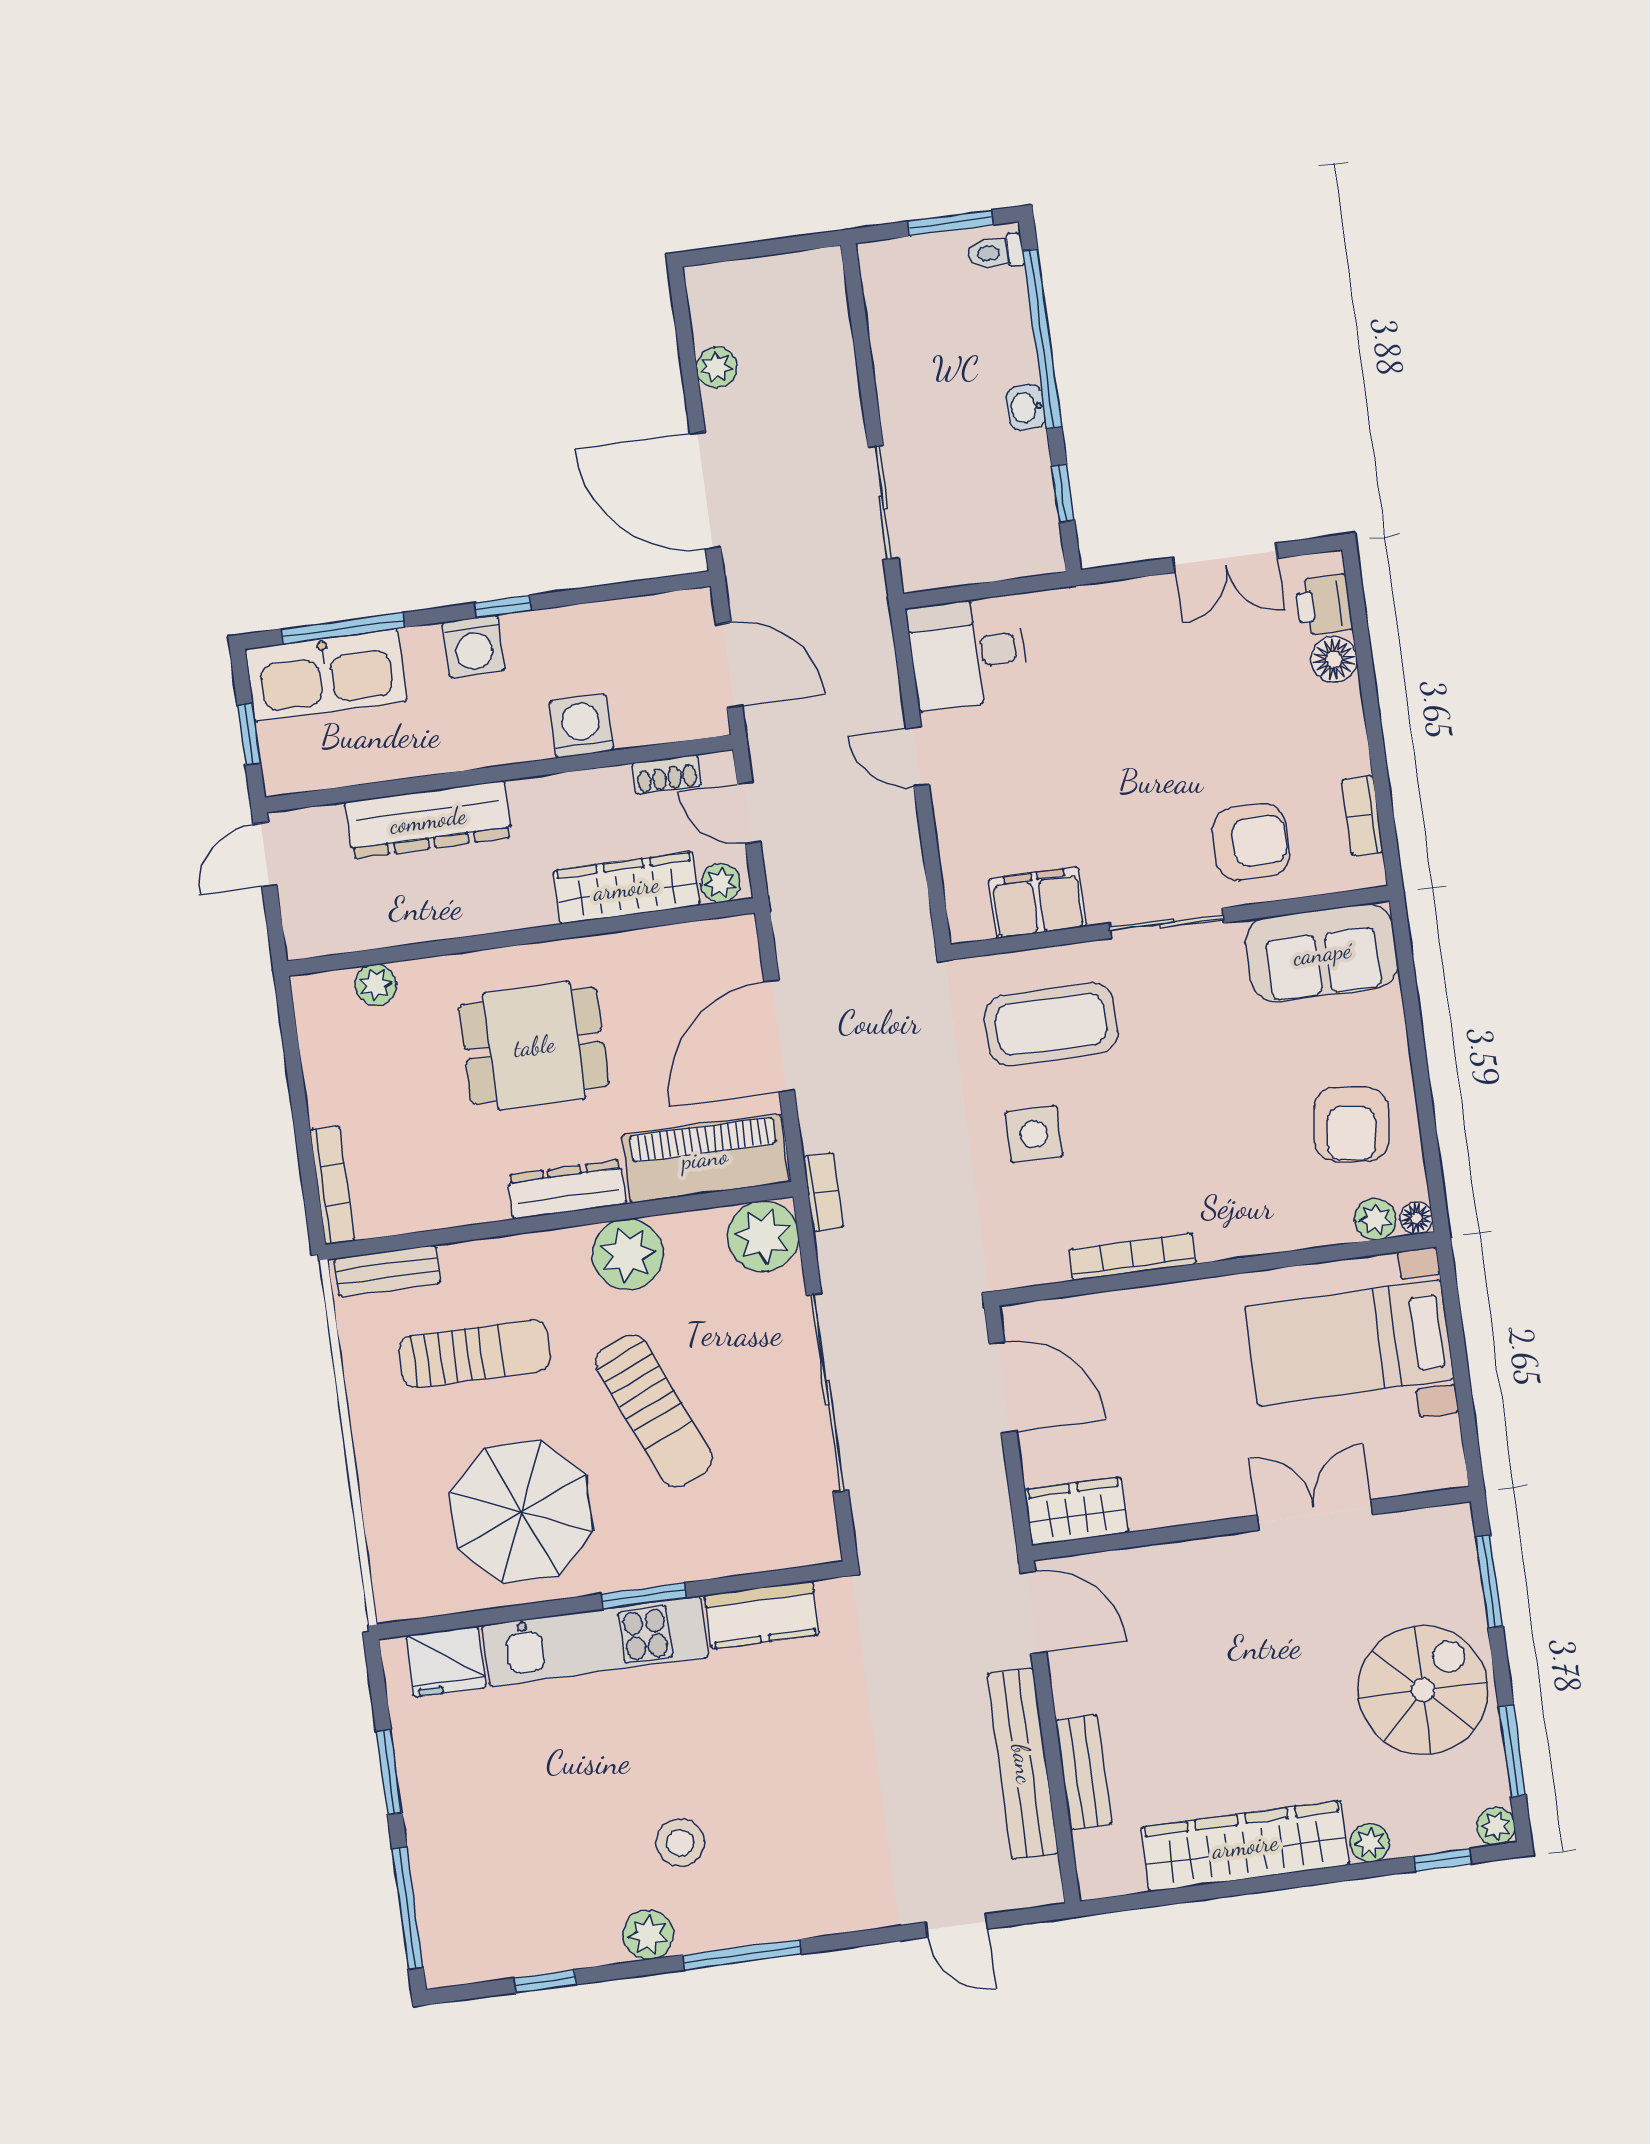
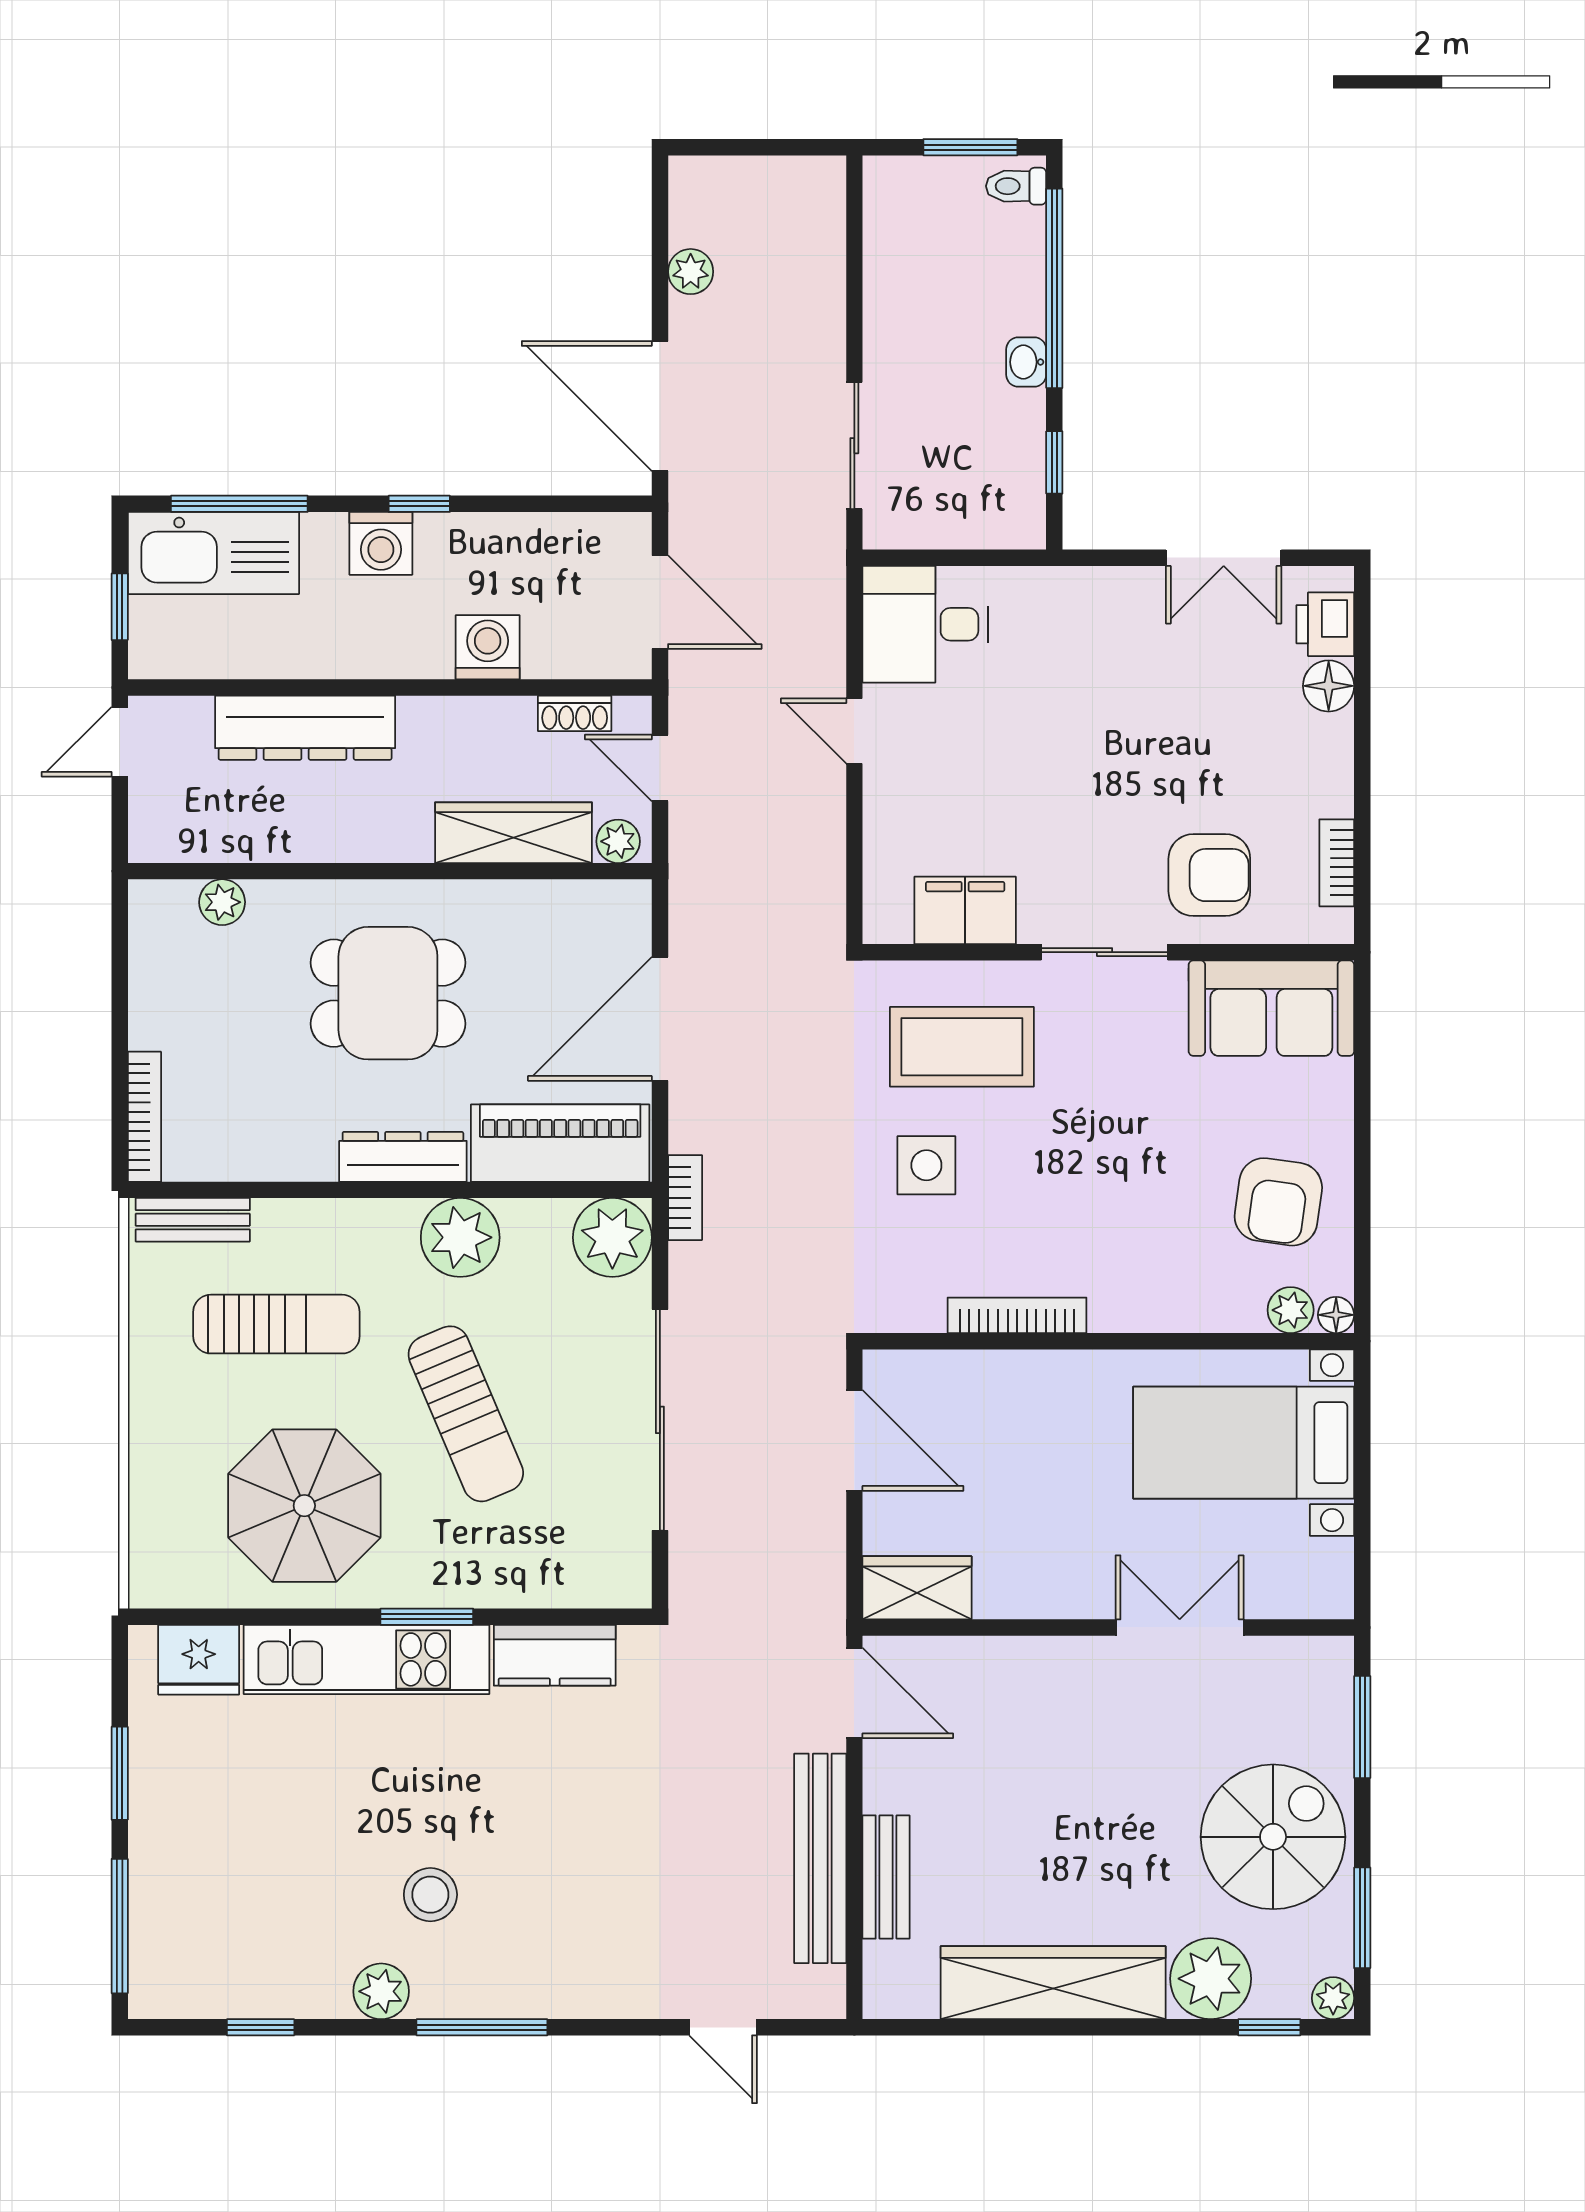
plant: (1370, 1843) -> (1211, 1979), width x1.87, depth x1.87

